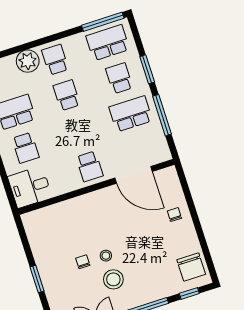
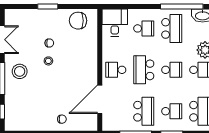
school desk: (78, 131) -> (144, 70), added
school desk: (26, 148) -> (144, 28), turned 180
chair: (191, 267) -> (78, 21), moved
stool: (113, 279) -> (20, 71), moved

